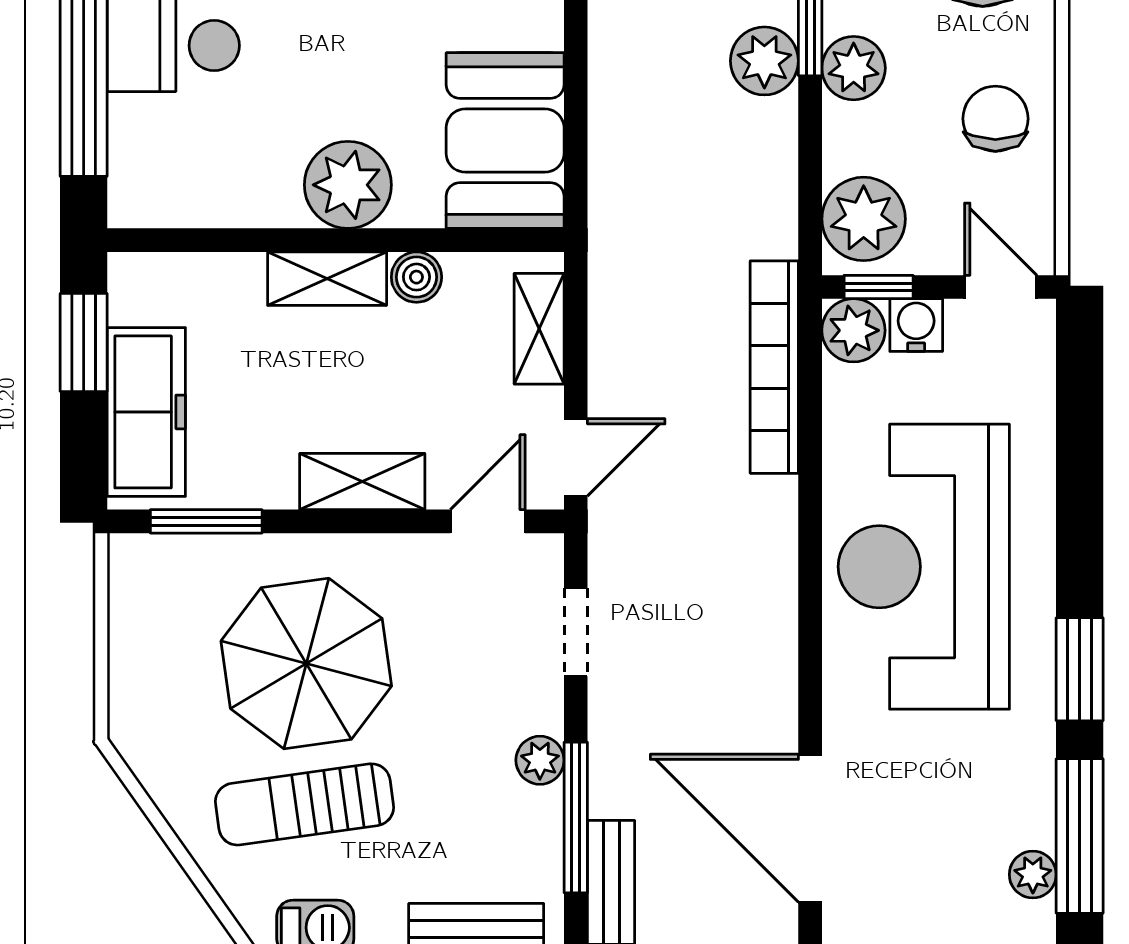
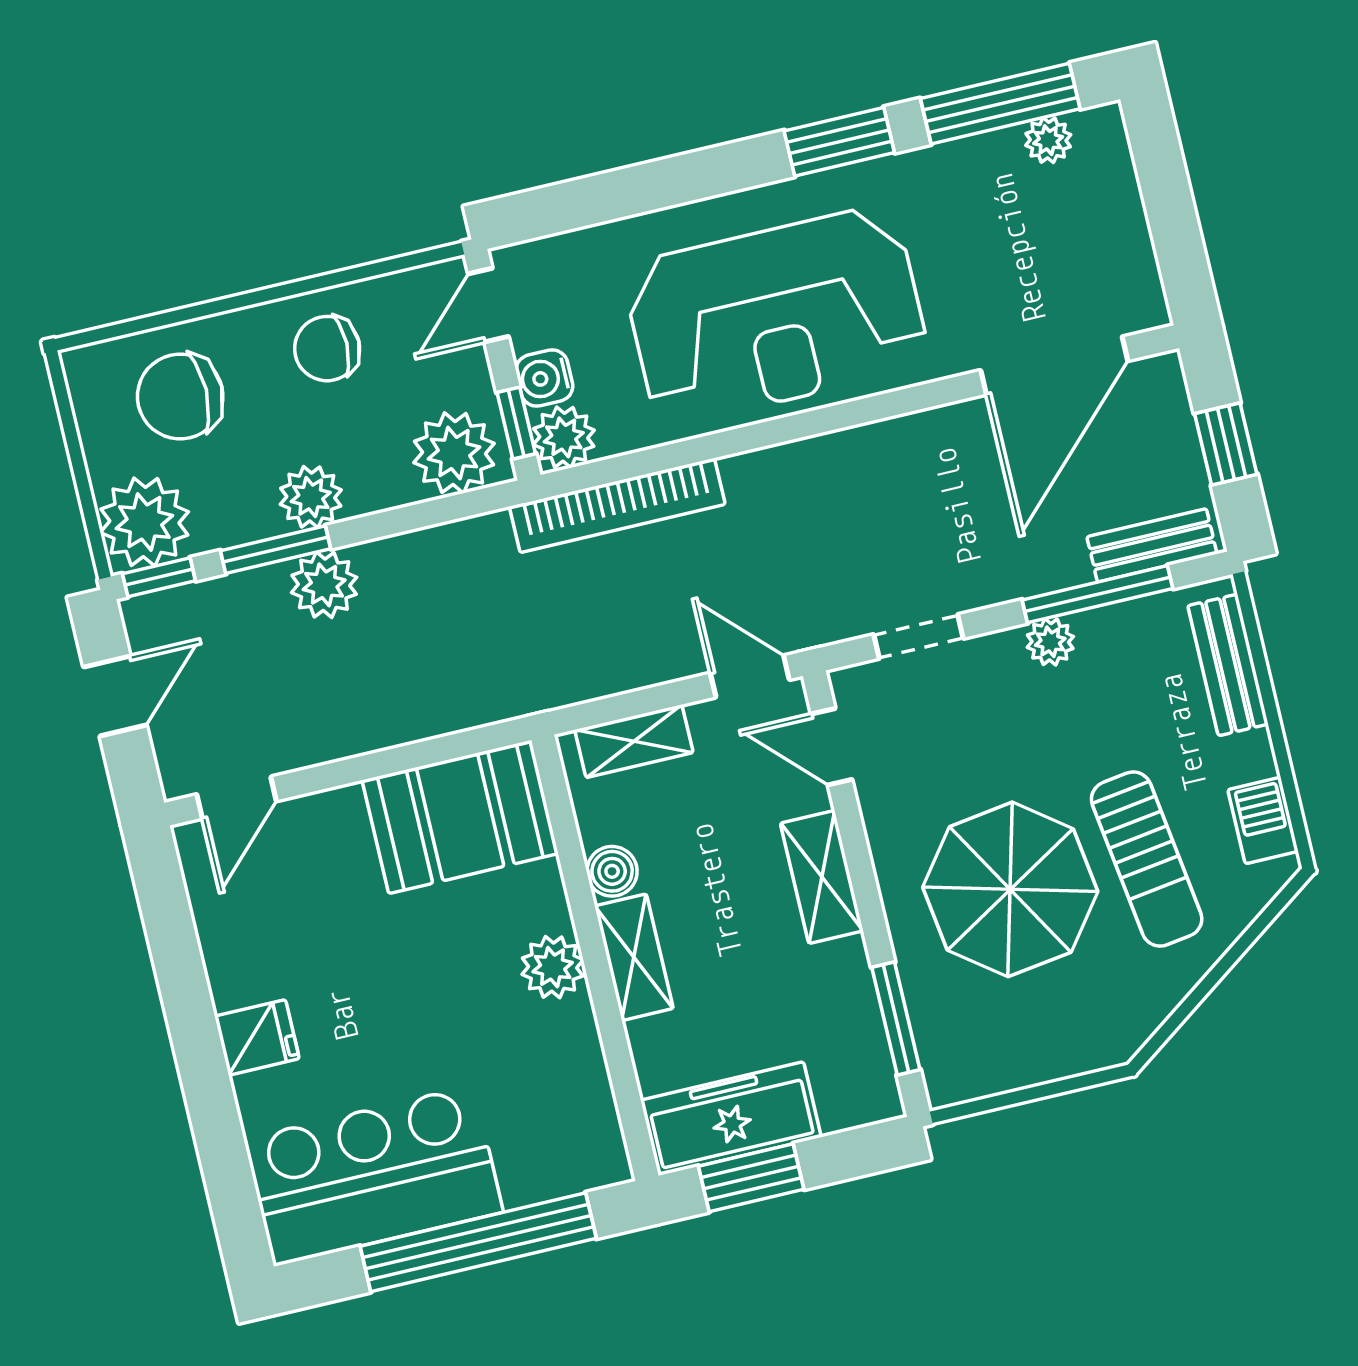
plant: (348, 185) -> (553, 967), width x0.73, depth x0.73
freezer: (146, 412) -> (731, 1119), moved

